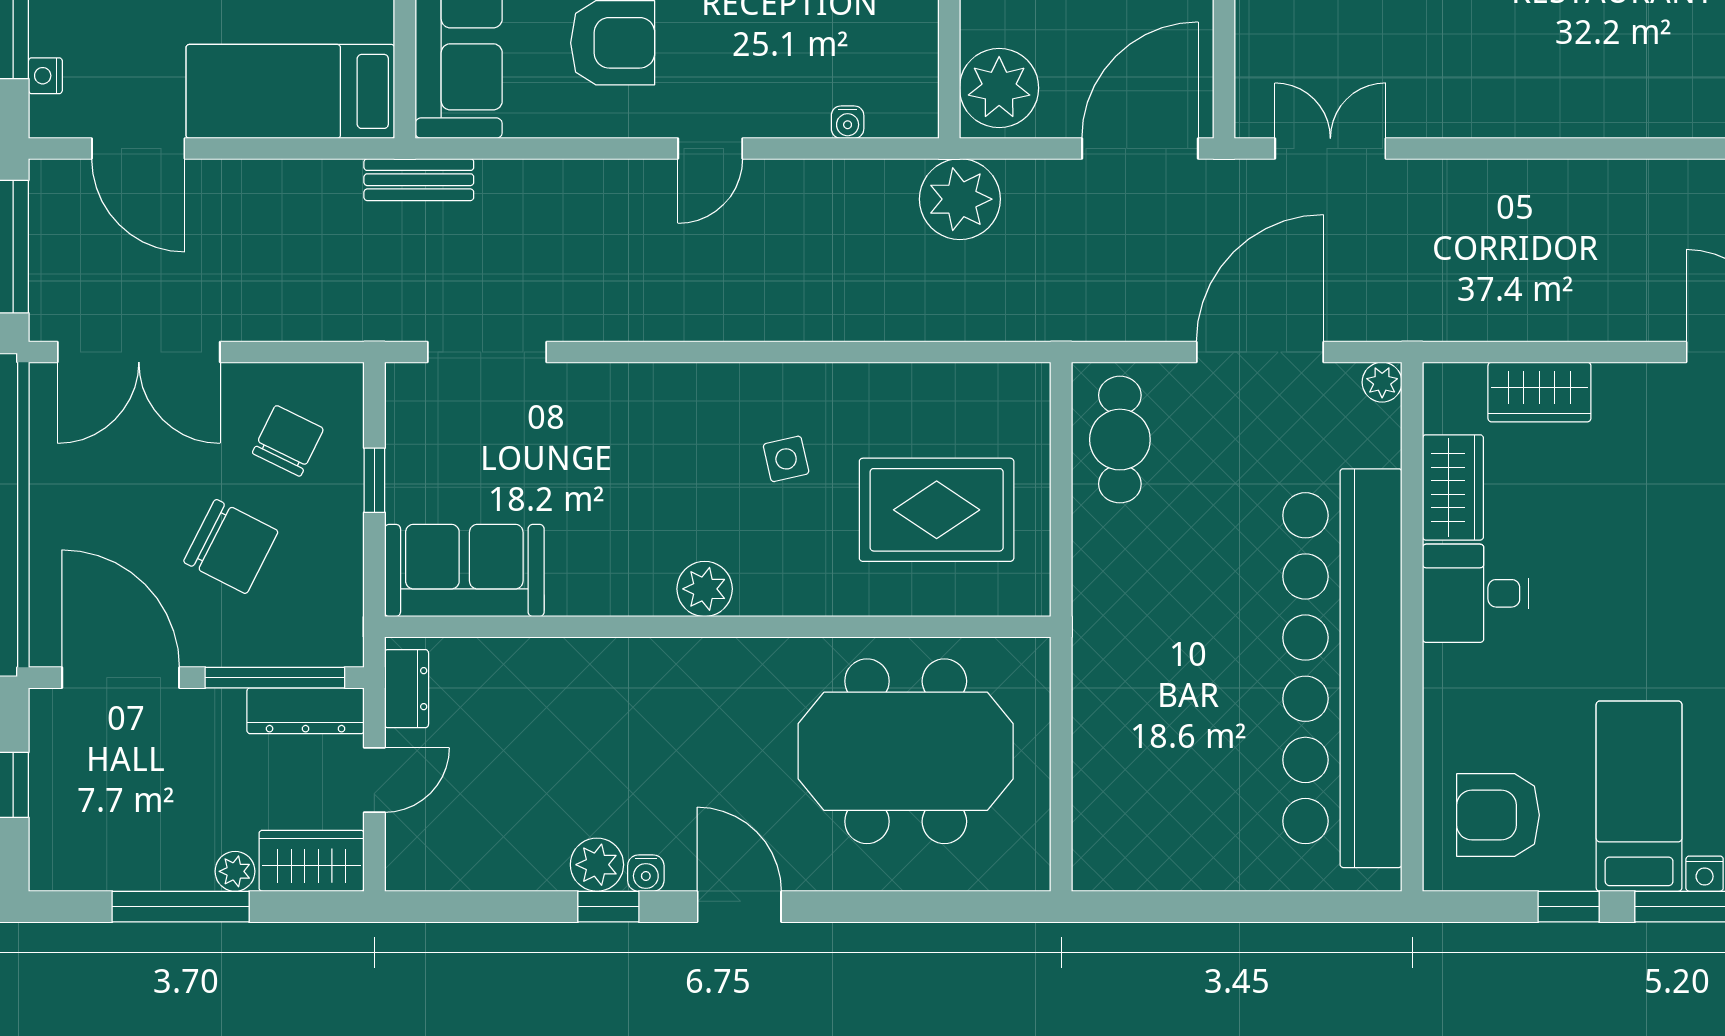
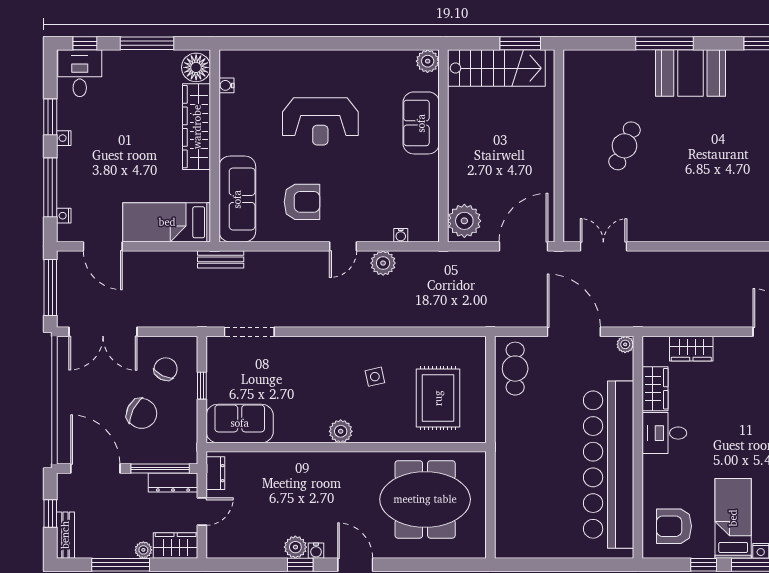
plant: (960, 199) -> (383, 263), moved, width x0.73, depth x0.73
door: (1260, 352) -> (574, 332), hinge flipped
rug: (937, 510) -> (438, 398), turned 90
bench: (50, 836) -> (65, 535), added

